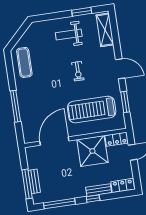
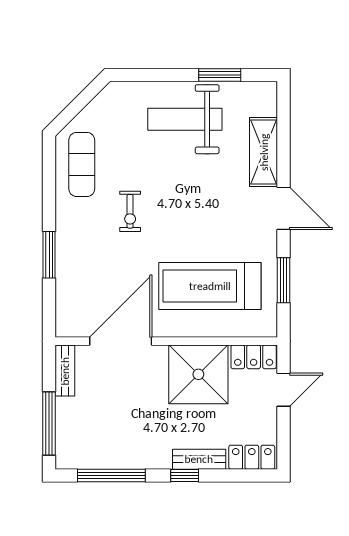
shelving: (105, 30) -> (264, 152), moved
weight bench: (69, 35) -> (185, 119), width x1.36, depth x1.33
exercise bike: (78, 71) -> (130, 211), moved
window: (15, 106) -> (49, 255), width x0.69
bench: (34, 181) -> (65, 371), moved

